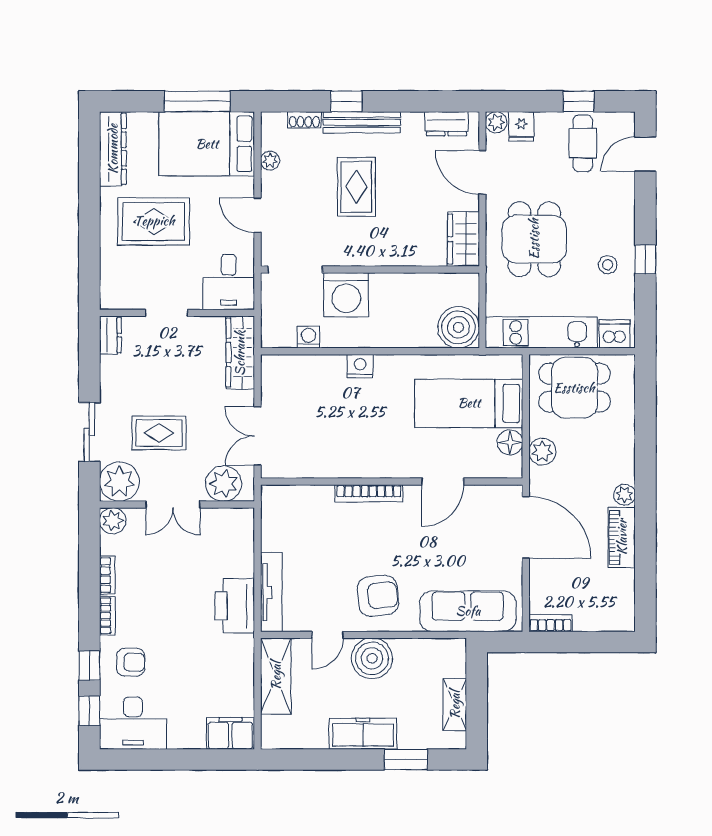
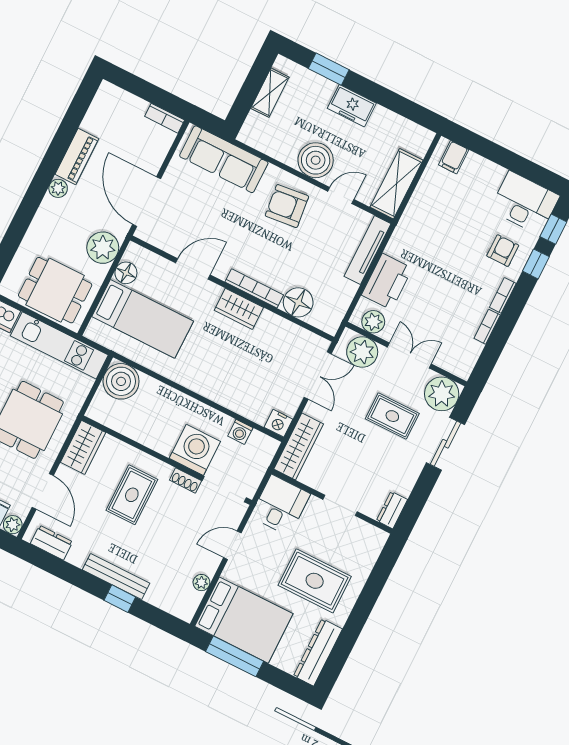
shoe rack: (304, 120) -> (185, 480), moved, turned 180
rug: (356, 187) -> (132, 495), moved
door: (257, 215) -> (232, 545), swing flipped
nightstand: (360, 366) -> (278, 423), moved
plant: (542, 452) -> (103, 248), width x1.36, depth x1.36
wardrobe: (374, 464) -> (239, 309), added
floor lamp: (316, 502) -> (298, 302), added
plant: (113, 521) -> (373, 322), moved
printer: (235, 606) -> (387, 282), moved
armchair: (131, 662) -> (503, 251), turned 90
filing cabinet: (230, 733) -> (454, 157), width x0.50
freezer: (363, 734) -> (352, 106), width x0.71

